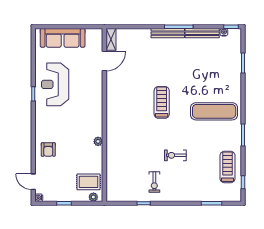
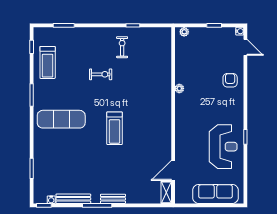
bench: (168, 33) -> (113, 199), width x0.73
rug: (88, 182) -> (189, 47), removed

